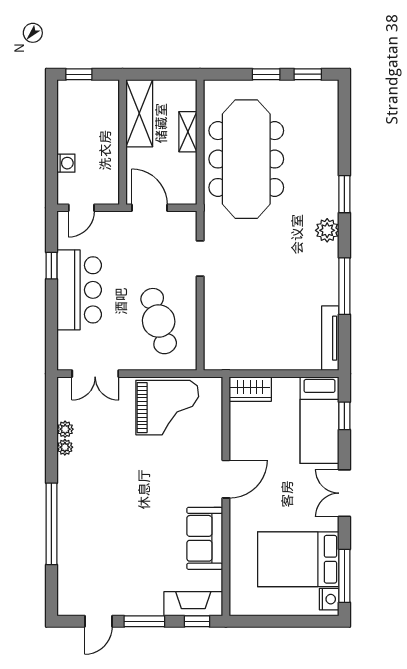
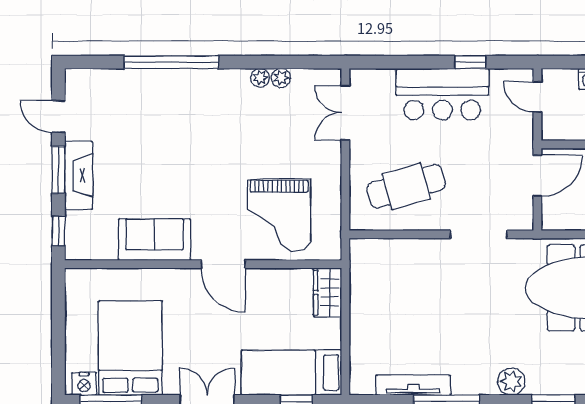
doorway: (200, 259) -> (479, 234), width x1.38
tv unit: (330, 338) -> (413, 385), moved
grand piano: (167, 408) -> (279, 215), moved
fireplace: (193, 604) -> (79, 175), moved

